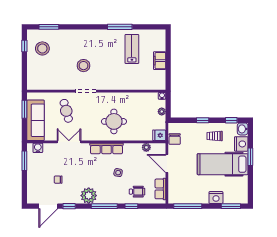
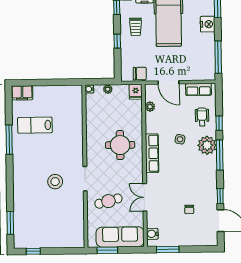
stool: (42, 48) -> (36, 230), removed
filing cabinet: (160, 61) -> (22, 93), moved
door: (167, 163) -> (169, 82), hinge flipped
plant: (89, 196) -> (207, 145), moved

